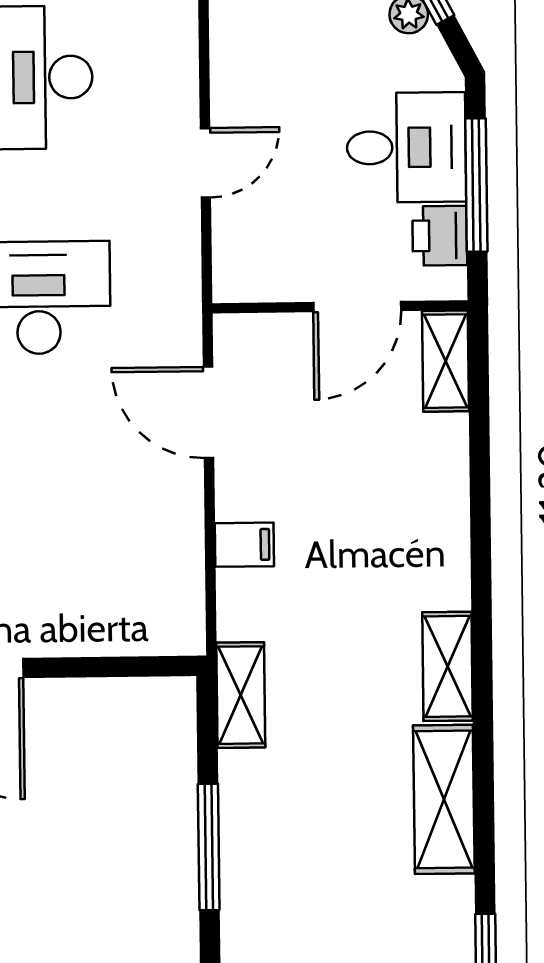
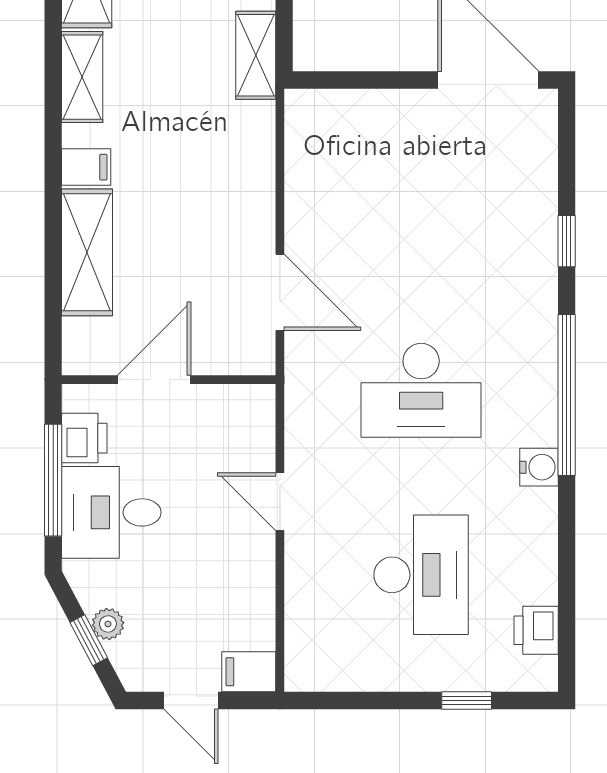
door: (205, 163) -> (280, 502), hinge flipped
shelving: (446, 361) -> (87, 252), moved, width x1.50, depth x1.33
filing cabinet: (244, 545) -> (86, 167), moved, turned 180

